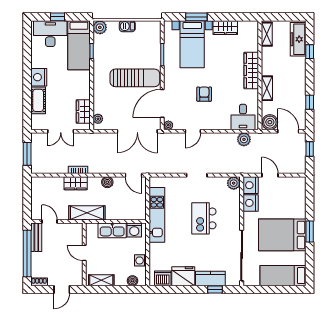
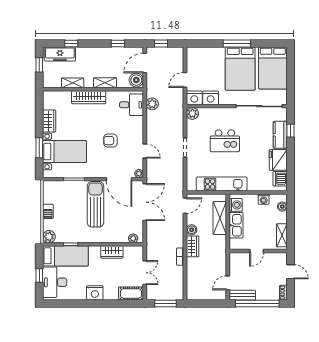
window: (286, 17) -> (39, 65), added
shelving: (267, 34) -> (73, 83), moved
cot: (38, 100) -> (131, 293), moved
wardrobe: (83, 112) -> (112, 252), moved
wardrobe: (76, 183) -> (193, 246), moved
shelving: (87, 213) -> (220, 218), moved
window: (310, 231) -> (237, 43), width x1.44
bed: (283, 276) -> (273, 68), width x1.50

